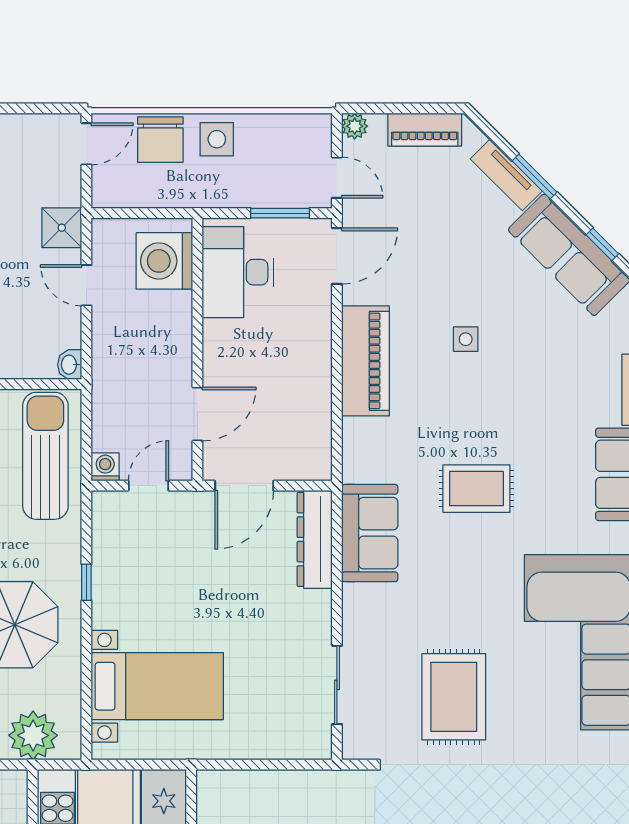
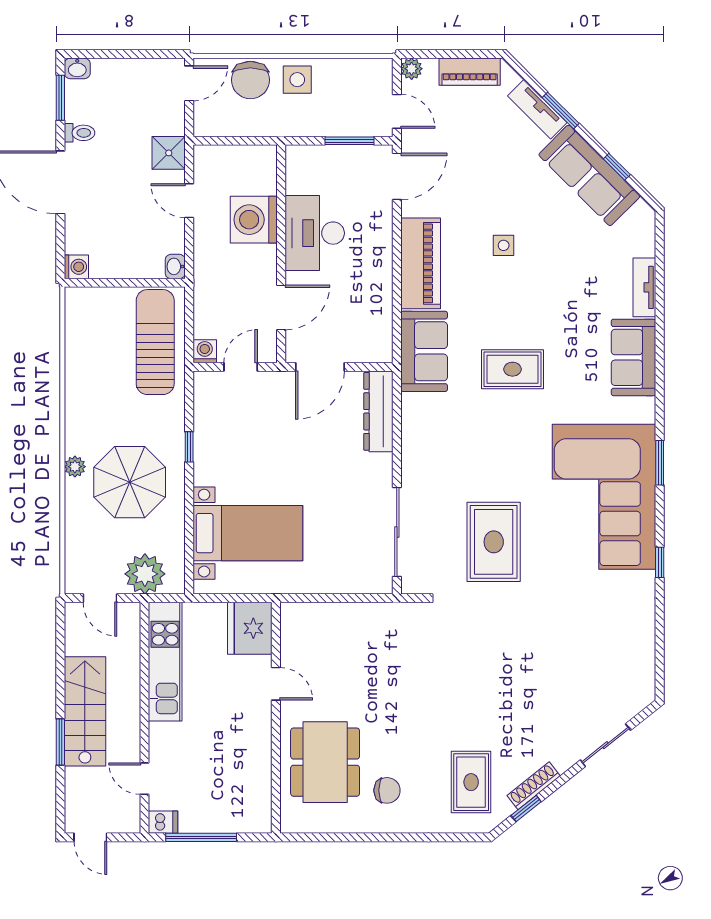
washing machine: (164, 261) -> (254, 220), moved
desk: (238, 272) -> (315, 233), moved
sofa: (370, 533) -> (424, 351), moved
sliding door: (337, 685) -> (397, 532), width x1.37

